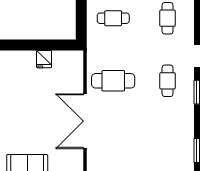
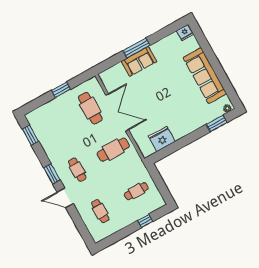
fridge: (44, 59) -> (162, 139), width x1.88, depth x1.34
cafe table: (113, 143) -> (90, 108), added

